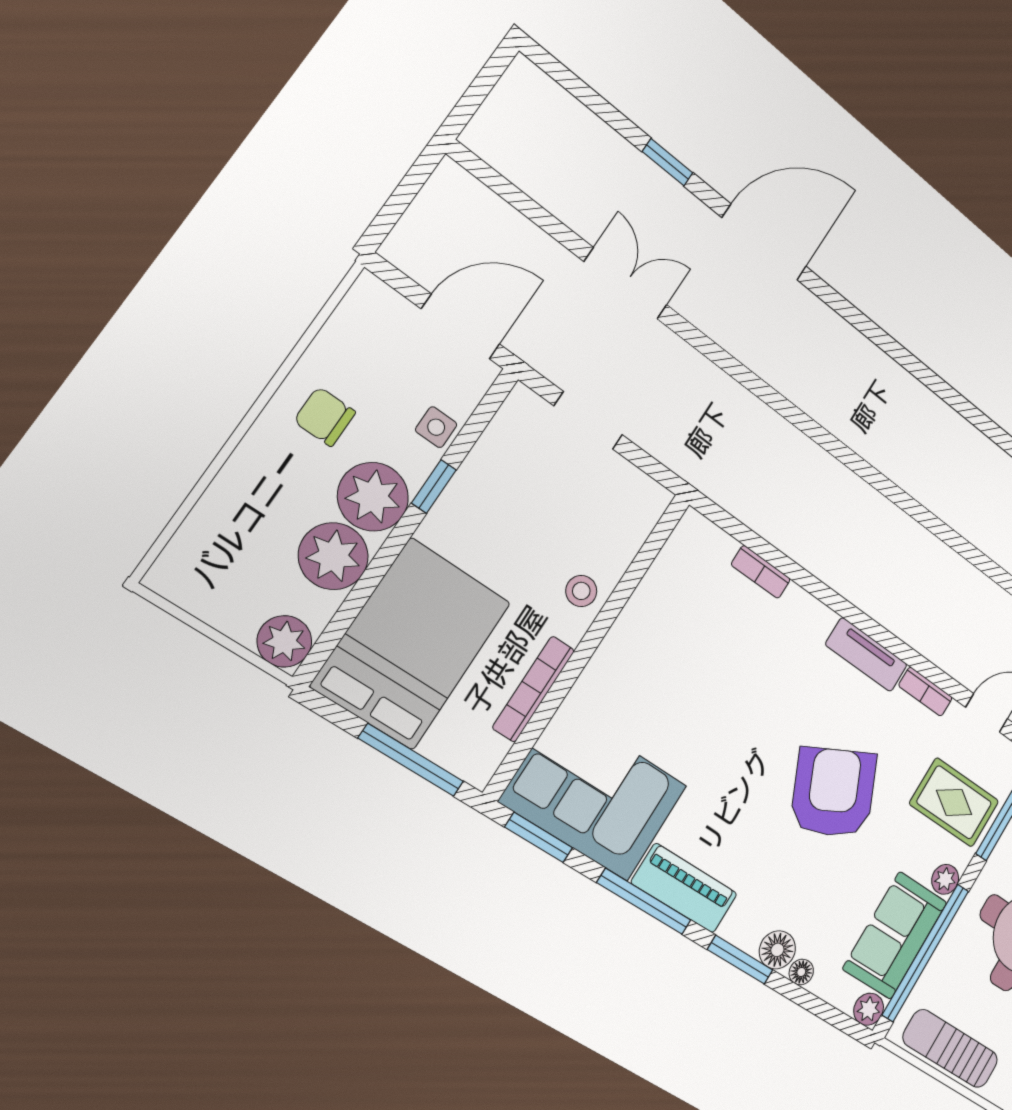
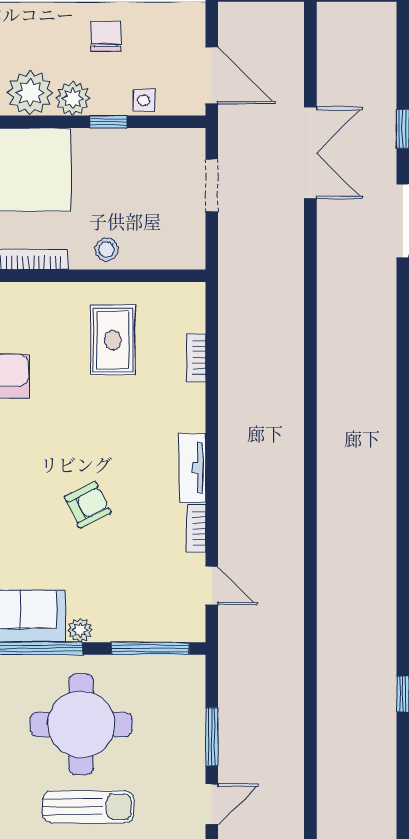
double door: (626, 283) -> (310, 153), width x1.37
plant: (373, 497) -> (73, 98), width x0.73, depth x0.73
armchair: (834, 792) -> (88, 505), width x0.53, depth x0.53
rug: (954, 802) -> (113, 340), moved

